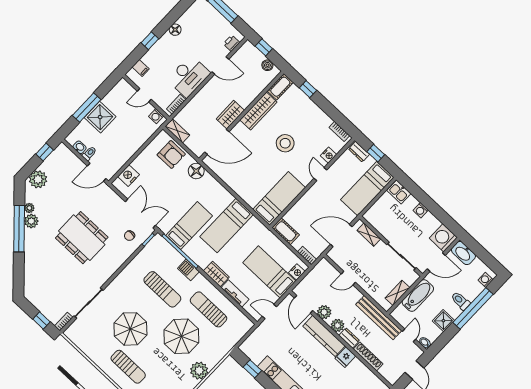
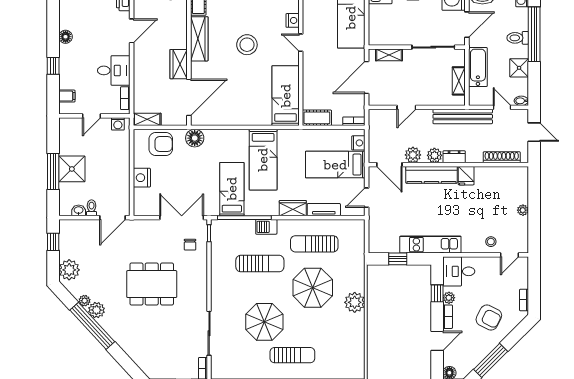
desk: (189, 76) -> (114, 70), width x0.73
nightstand: (129, 176) -> (142, 178), moved
shoe rack: (368, 357) -> (502, 157), moved

